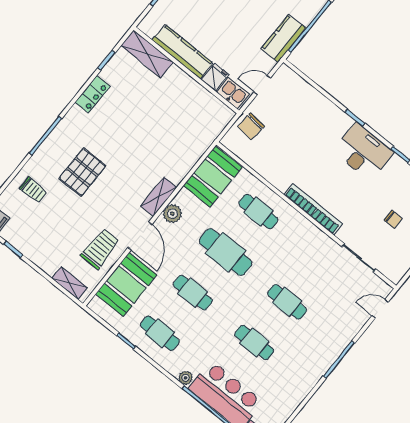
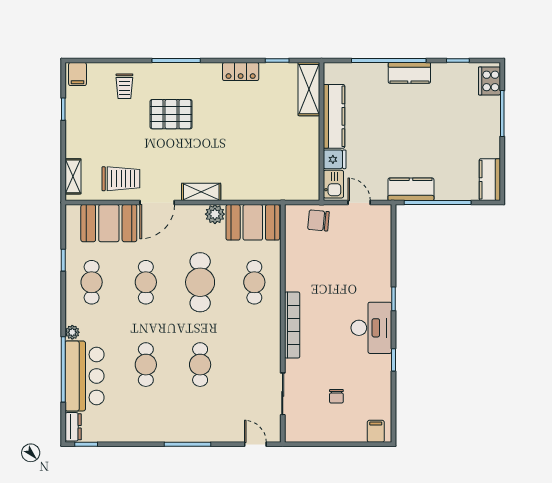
plant: (172, 214) -> (215, 214), moved

